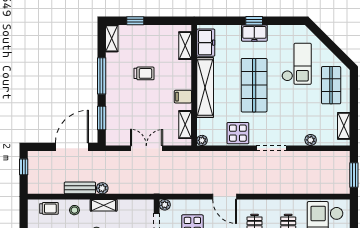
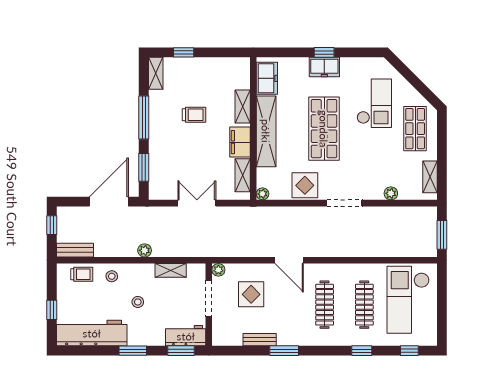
shelving: (185, 46) -> (243, 106), moved
filing cabinet: (183, 97) -> (240, 142), width x2.00
bench: (80, 188) -> (75, 250), moved
shelving: (104, 205) -> (171, 270), moved

